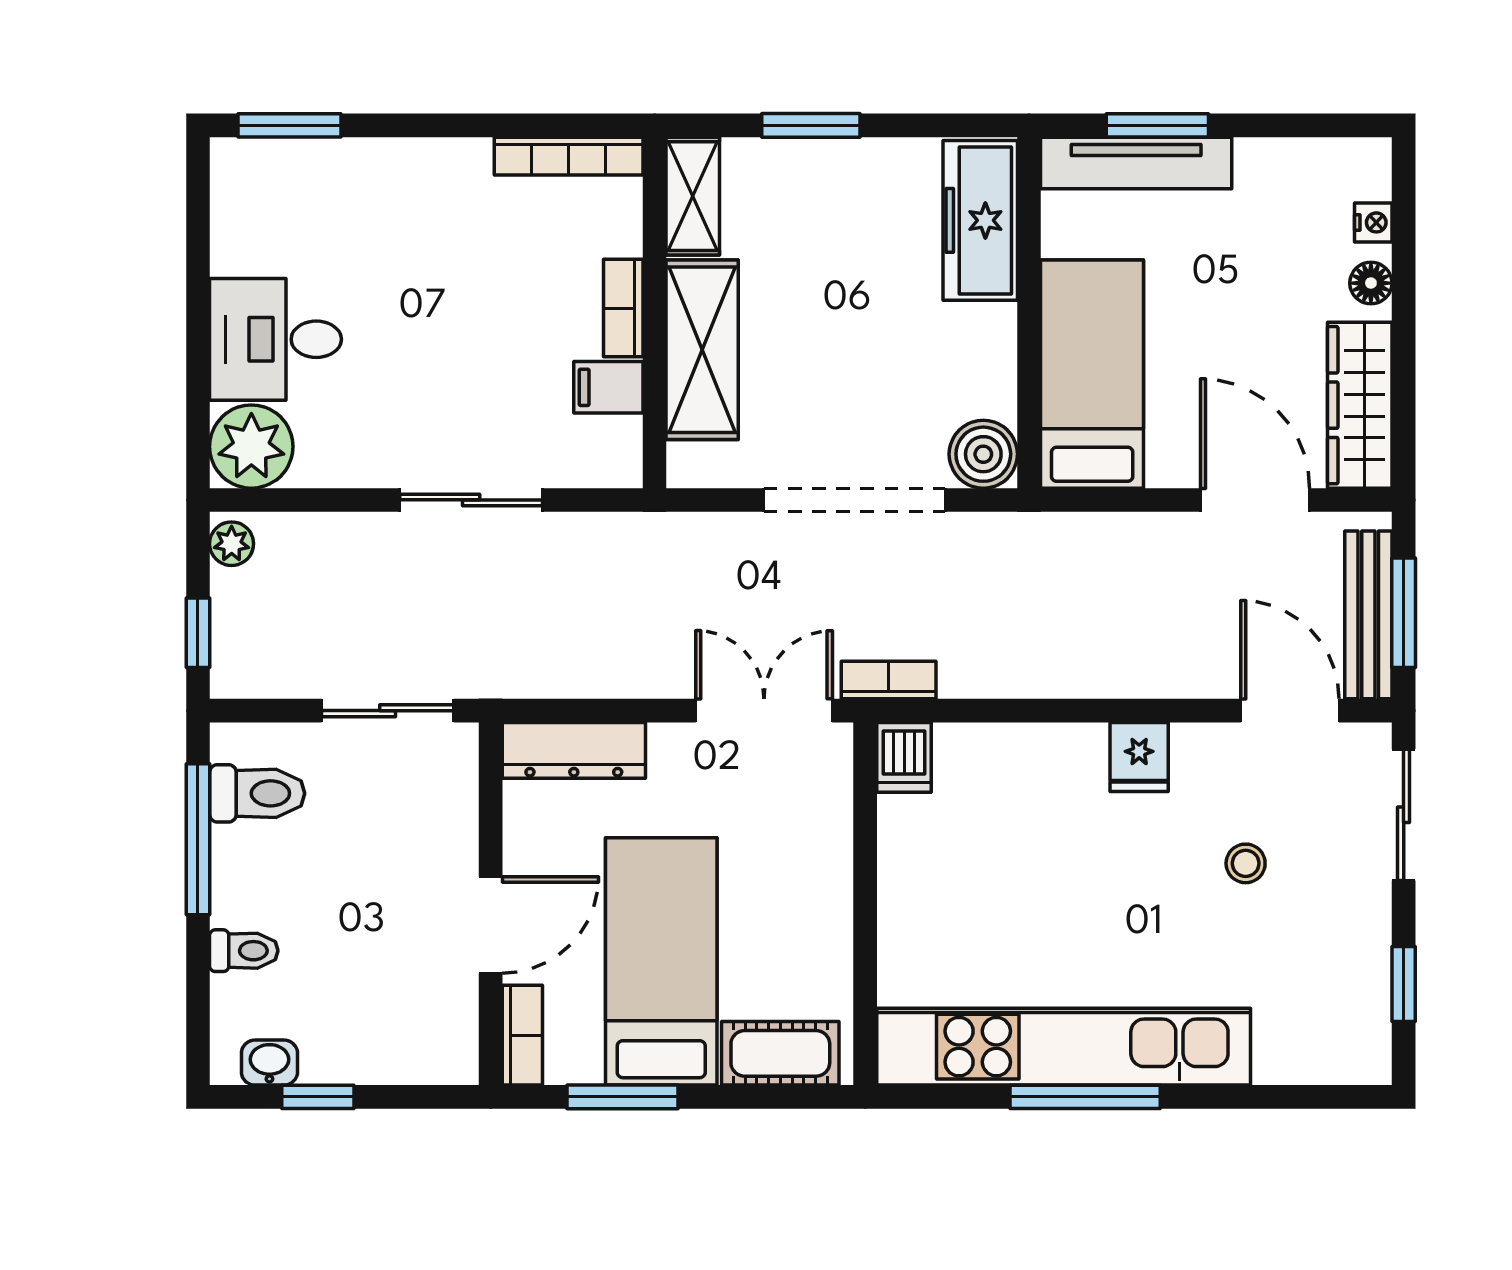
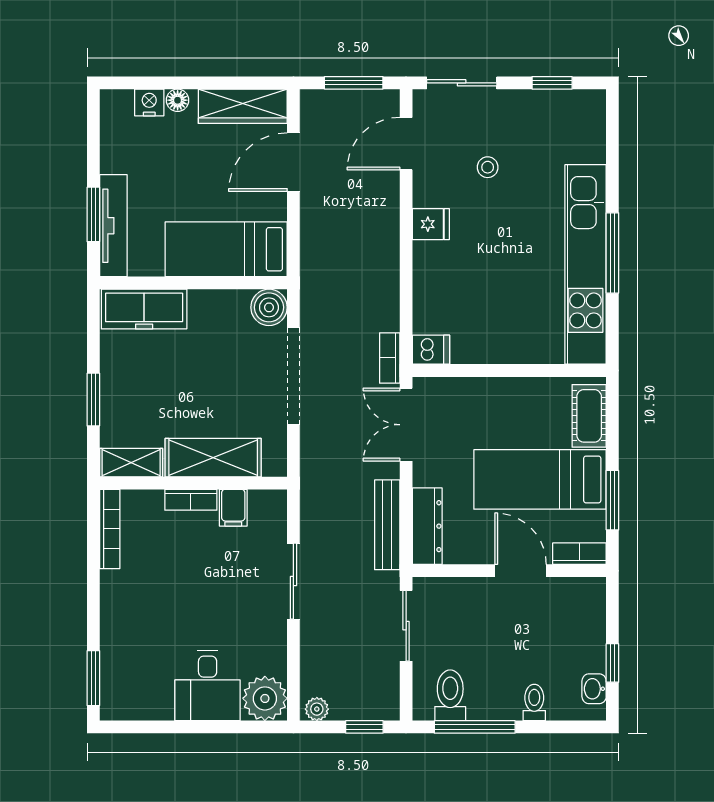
nightstand: (1373, 222) -> (149, 102), width x1.39, depth x1.35
bench: (1368, 615) -> (387, 525), moved, turned 90

